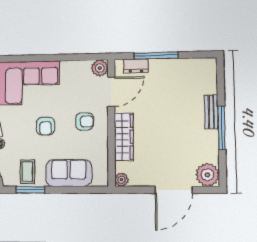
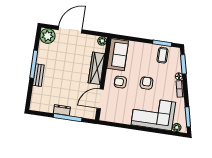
dresser: (136, 66) -> (62, 110), moved
plant: (100, 68) -> (105, 116), removed
sofa: (69, 173) -> (118, 55), moved, turned -90

